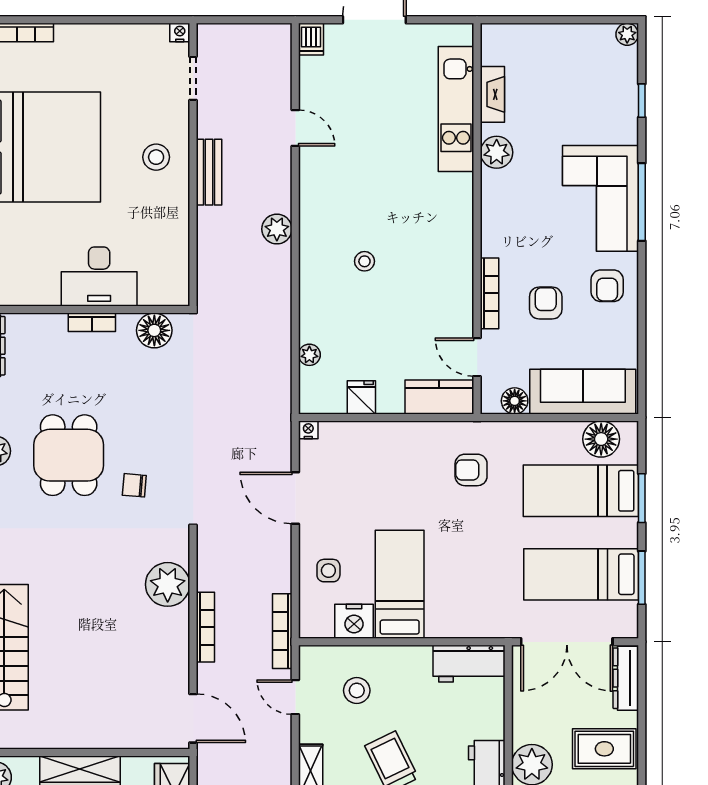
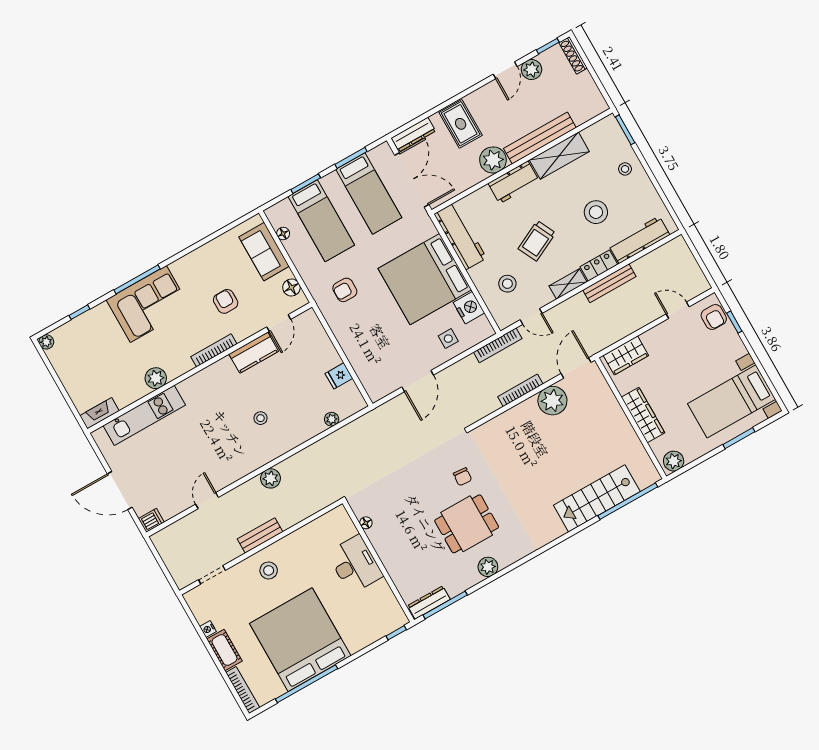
nightstand: (180, 33) -> (208, 629), moved
cot: (84, 39) -> (224, 650), added
fireplace: (492, 94) -> (99, 413), moved
armchair: (607, 286) -> (196, 272), removed
bookcase: (490, 293) -> (214, 350), moved
armchair: (546, 303) -> (226, 301), turned 90
bookcase: (92, 322) -> (383, 554), removed
floor lamp: (154, 330) -> (366, 523), width x0.53, depth x0.53
sofa: (583, 392) -> (264, 252), width x0.73
kitchen counter: (439, 397) -> (254, 353), moved, turned -90
nightstand: (308, 430) -> (375, 396), removed
floor lamp: (601, 439) -> (283, 234), width x0.53, depth x0.53
armchair: (471, 470) -> (345, 290), turned 90
plant: (168, 584) -> (552, 401), moved
bed: (400, 584) -> (425, 279), width x2.04
workbench: (469, 664) -> (460, 236), width x1.38
door: (295, 697) -> (531, 317), hinge flipped

